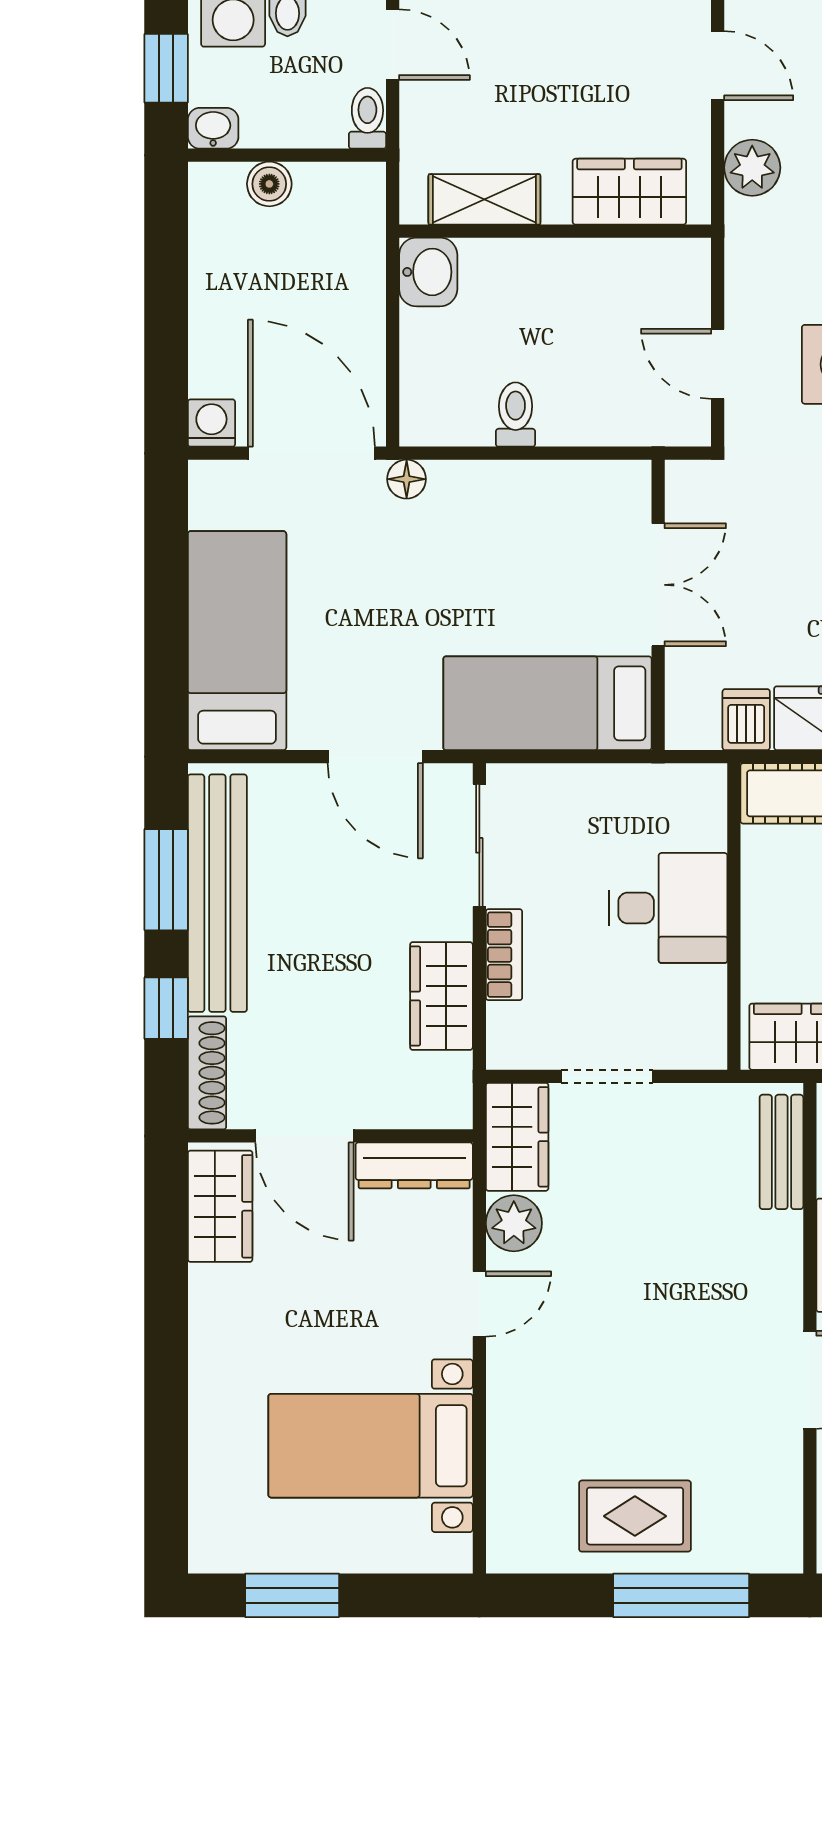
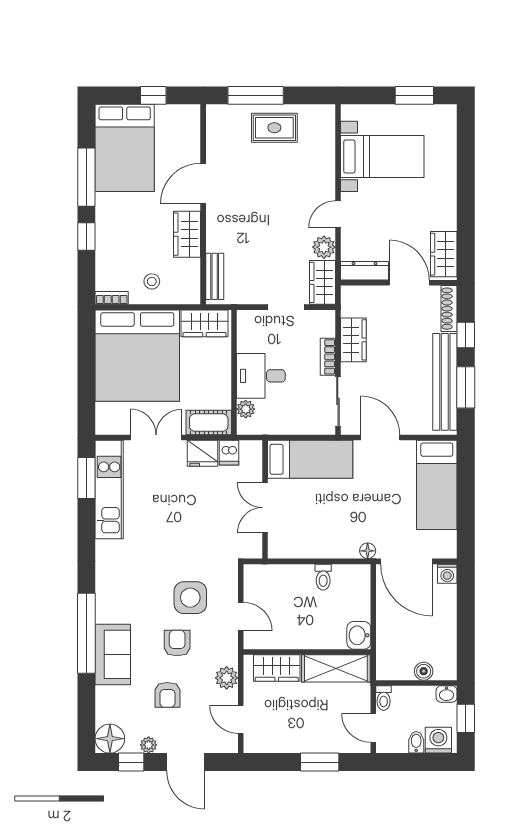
shelving: (484, 199) -> (336, 668), width x1.50, depth x1.33
door: (718, 364) -> (241, 617), moved
plant: (705, 827) -> (246, 409), added

